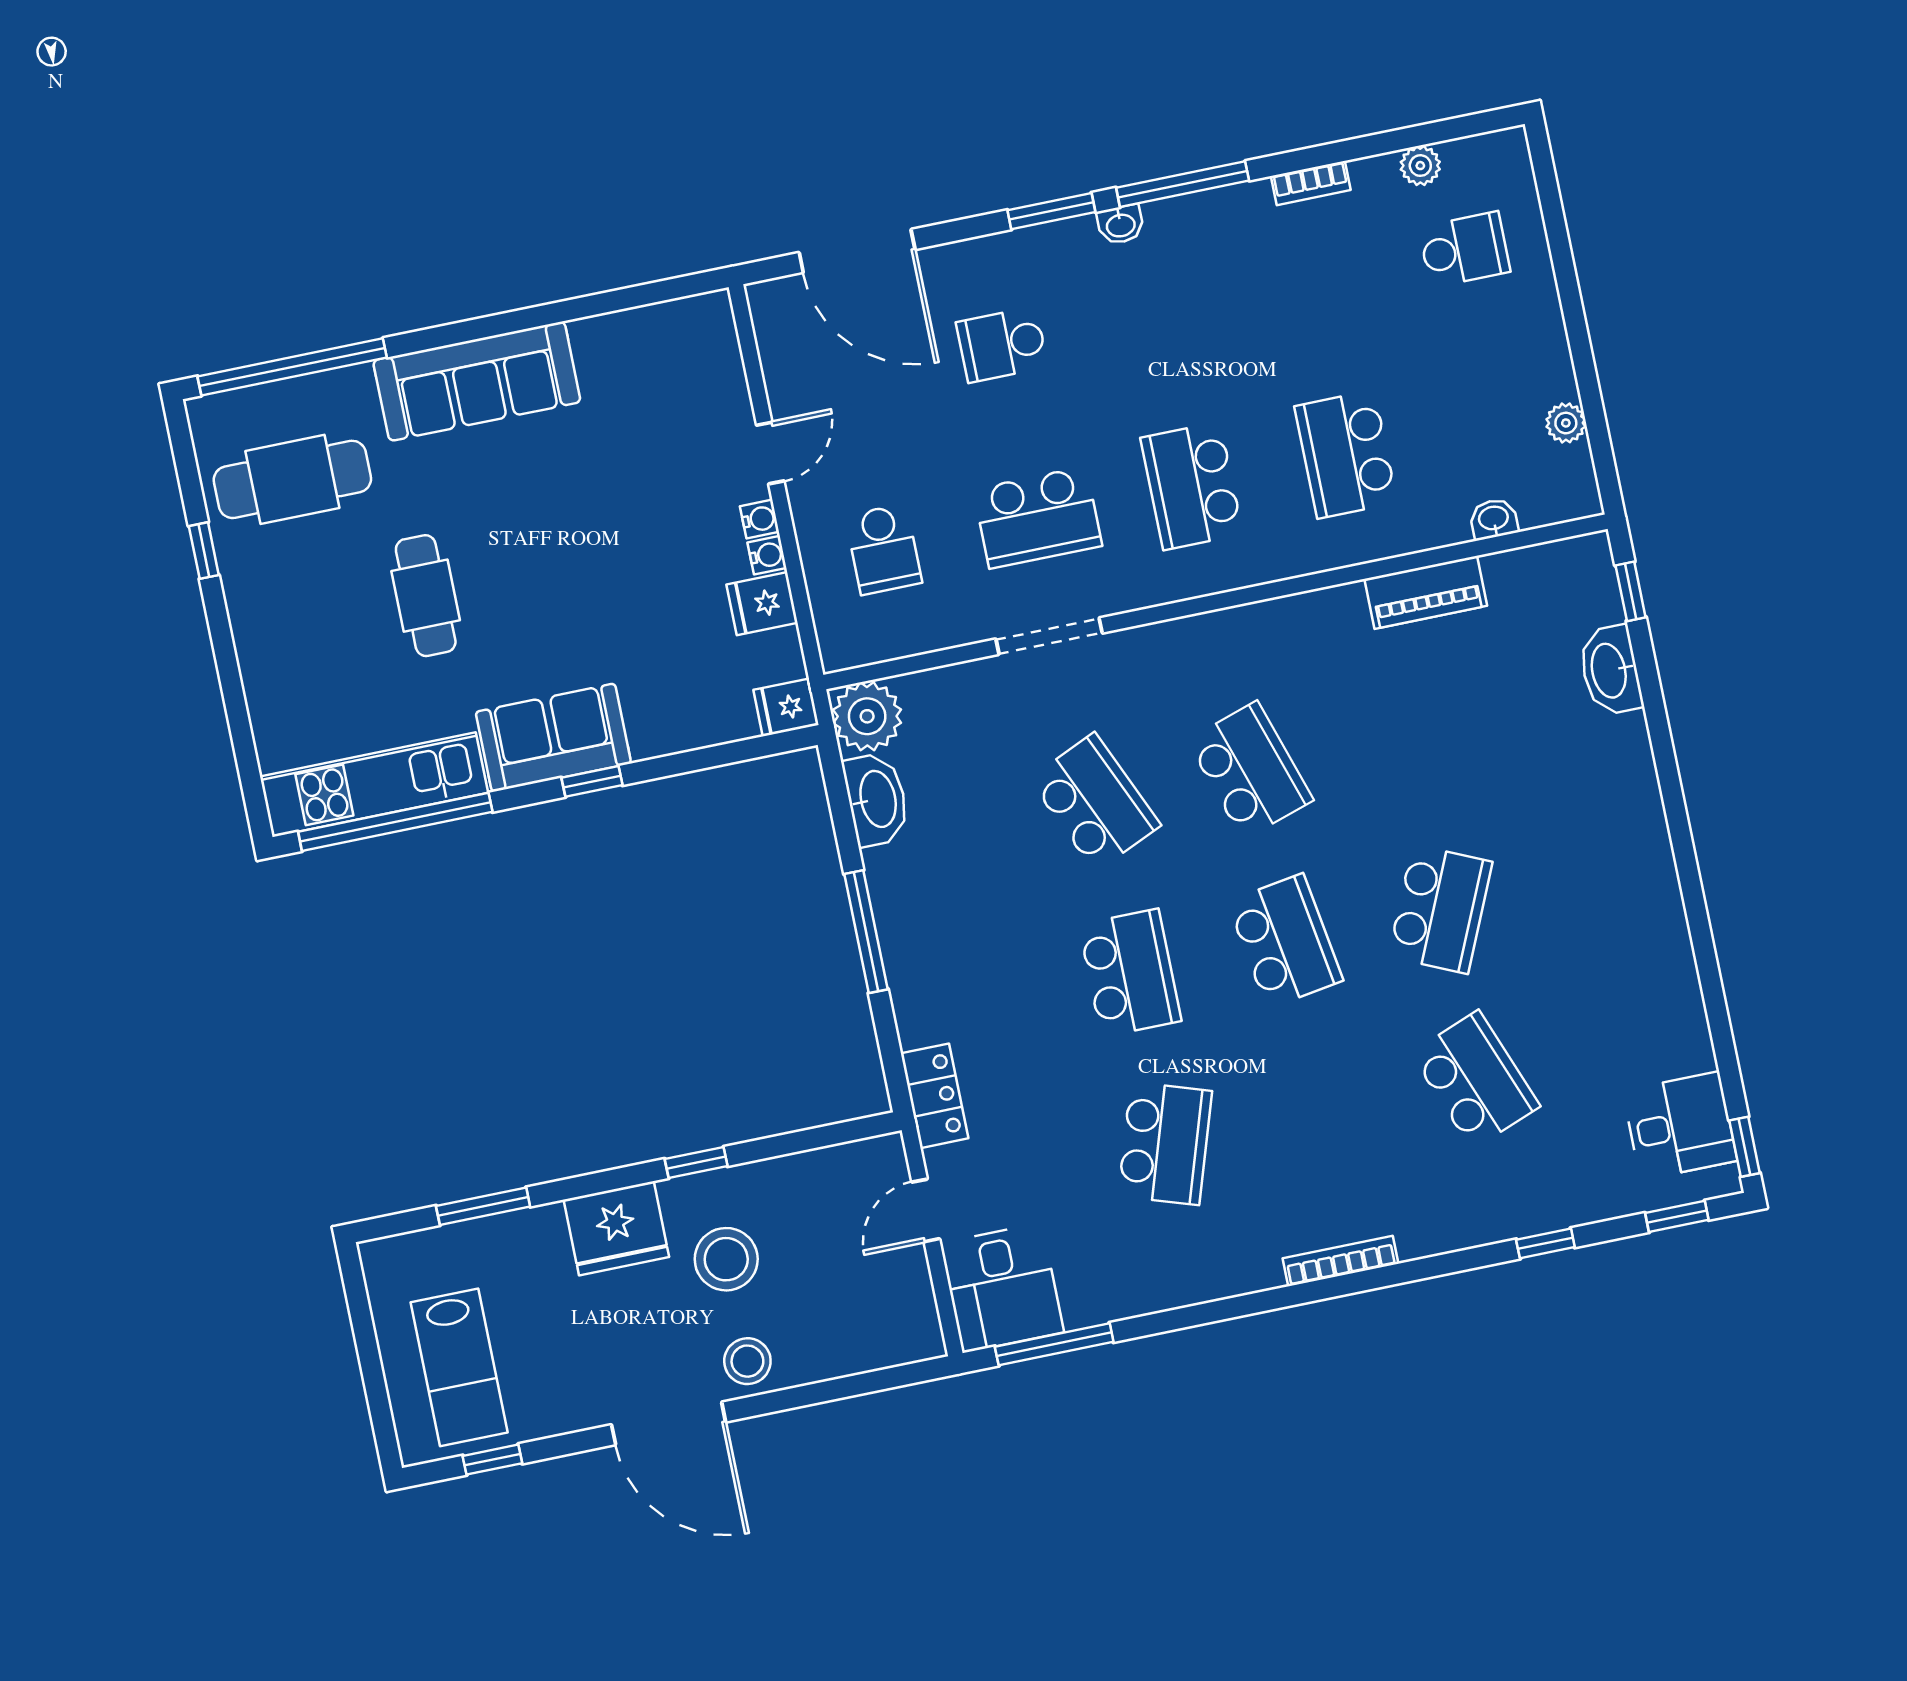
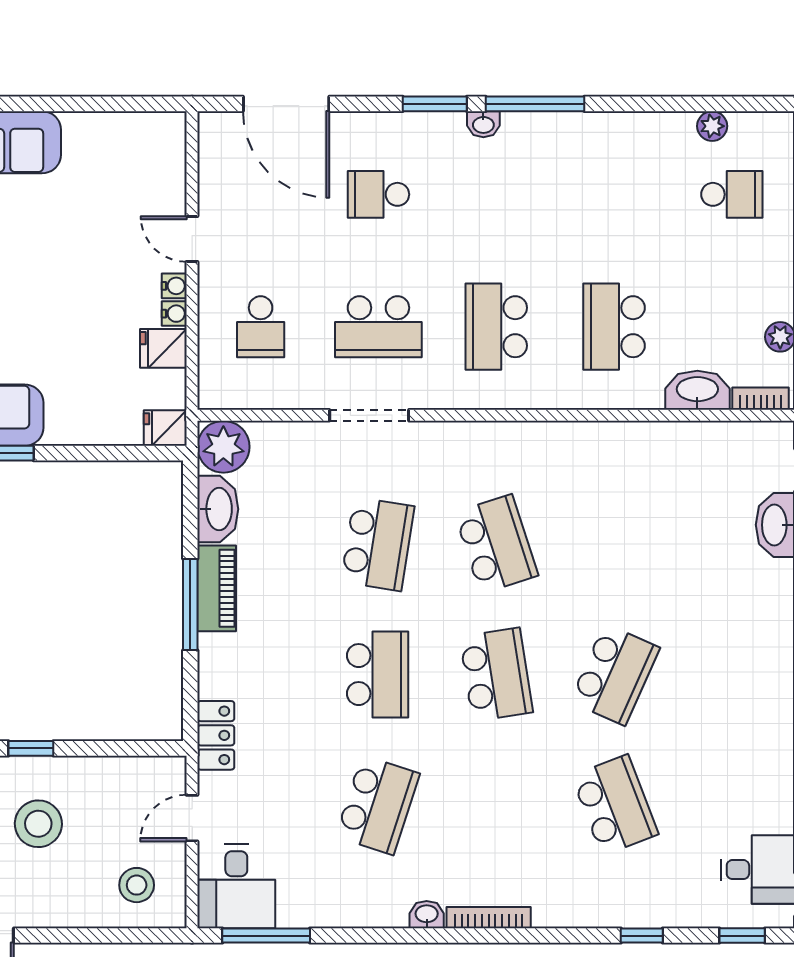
bookcase: (1311, 183) -> (761, 399), moved, turned 180
door: (770, 453) -> (192, 239), swing flipped
washbasin: (1494, 519) -> (697, 390), width x1.91, depth x1.45
piano: (1426, 592) -> (217, 588), moved, turned -90
school desk: (1095, 802) -> (378, 544), turned 33
washbasin: (1259, 1274) -> (427, 915), added
stool: (747, 1361) -> (137, 885), moved

